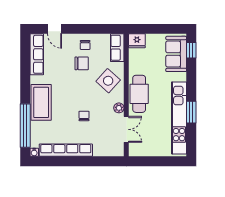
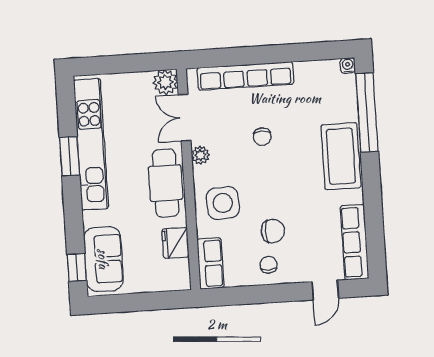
door: (55, 29) -> (325, 290), swing flipped
fridge: (137, 41) -> (175, 243), moved, turned -90
chair: (82, 63) -> (273, 231), turned 180
side table: (108, 81) -> (223, 203), turned 45
row of seats: (66, 150) -> (245, 76), moved
plant: (136, 150) -> (165, 82), added

